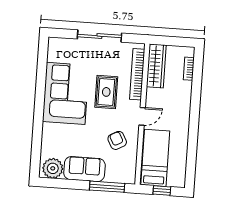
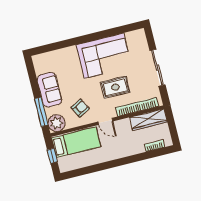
plant: (53, 168) -> (56, 123), moved

